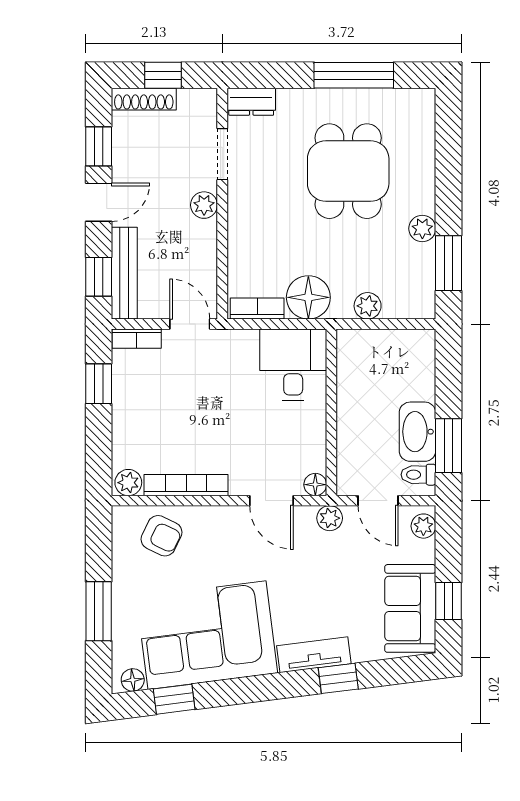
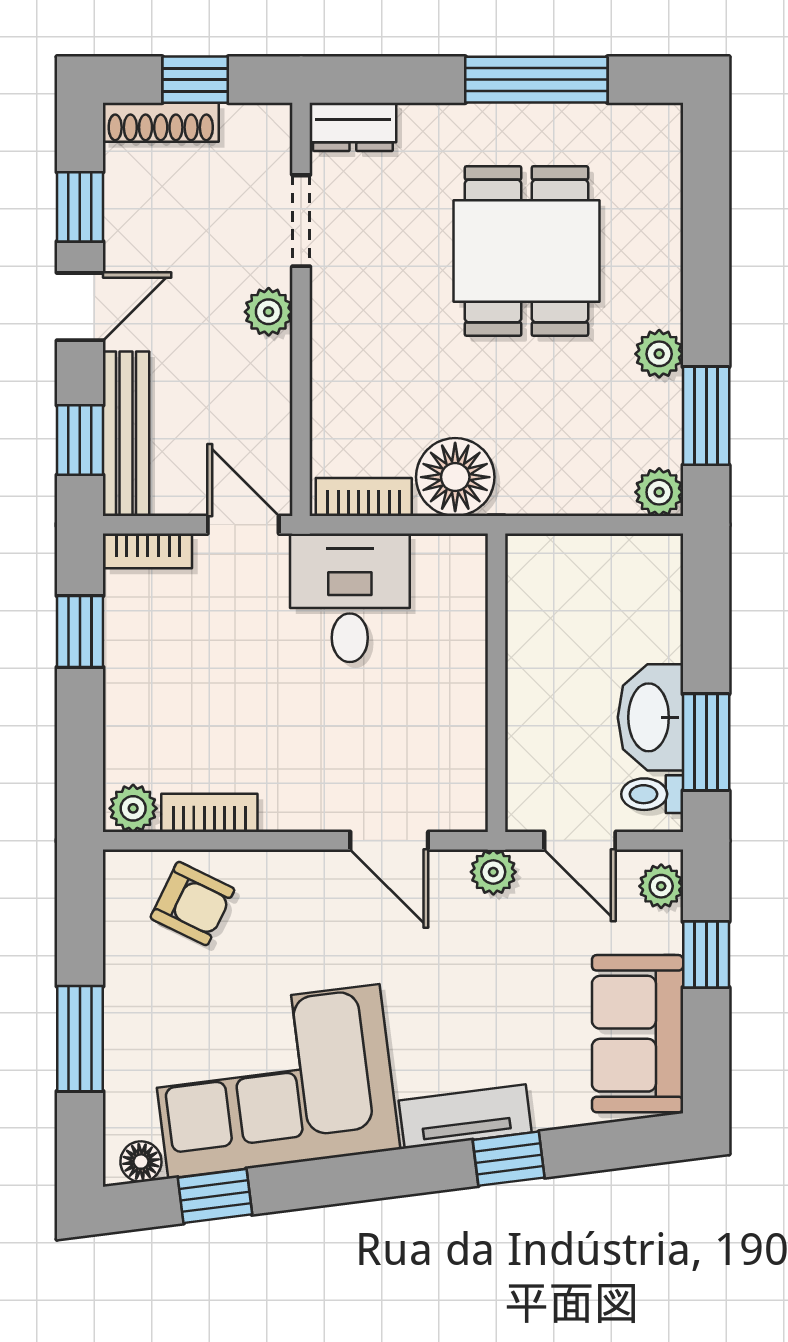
plant: (368, 306) -> (659, 492), moved
desk: (293, 365) -> (350, 598), moved
bookcase: (186, 485) -> (209, 813), width x0.64
floor lamp: (315, 485) -> (468, 812), removed
window: (449, 601) -> (706, 955), moved

